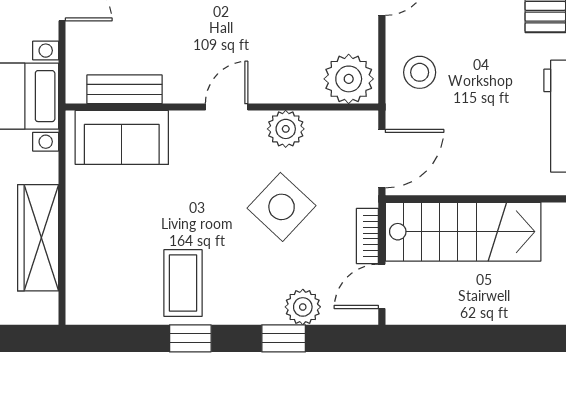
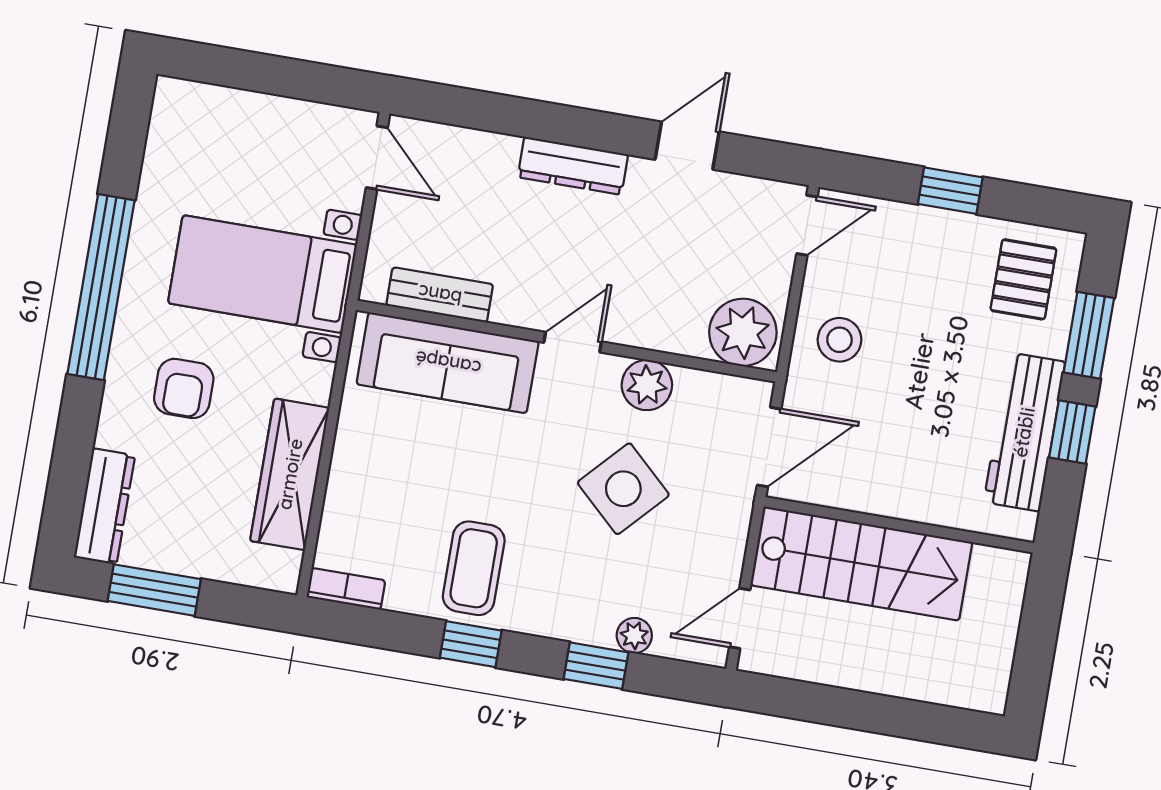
sofa: (122, 137) -> (448, 363), width x1.36
bookcase: (367, 236) -> (346, 589), moved, turned 90
plant: (303, 307) -> (634, 635), width x0.73, depth x0.73

